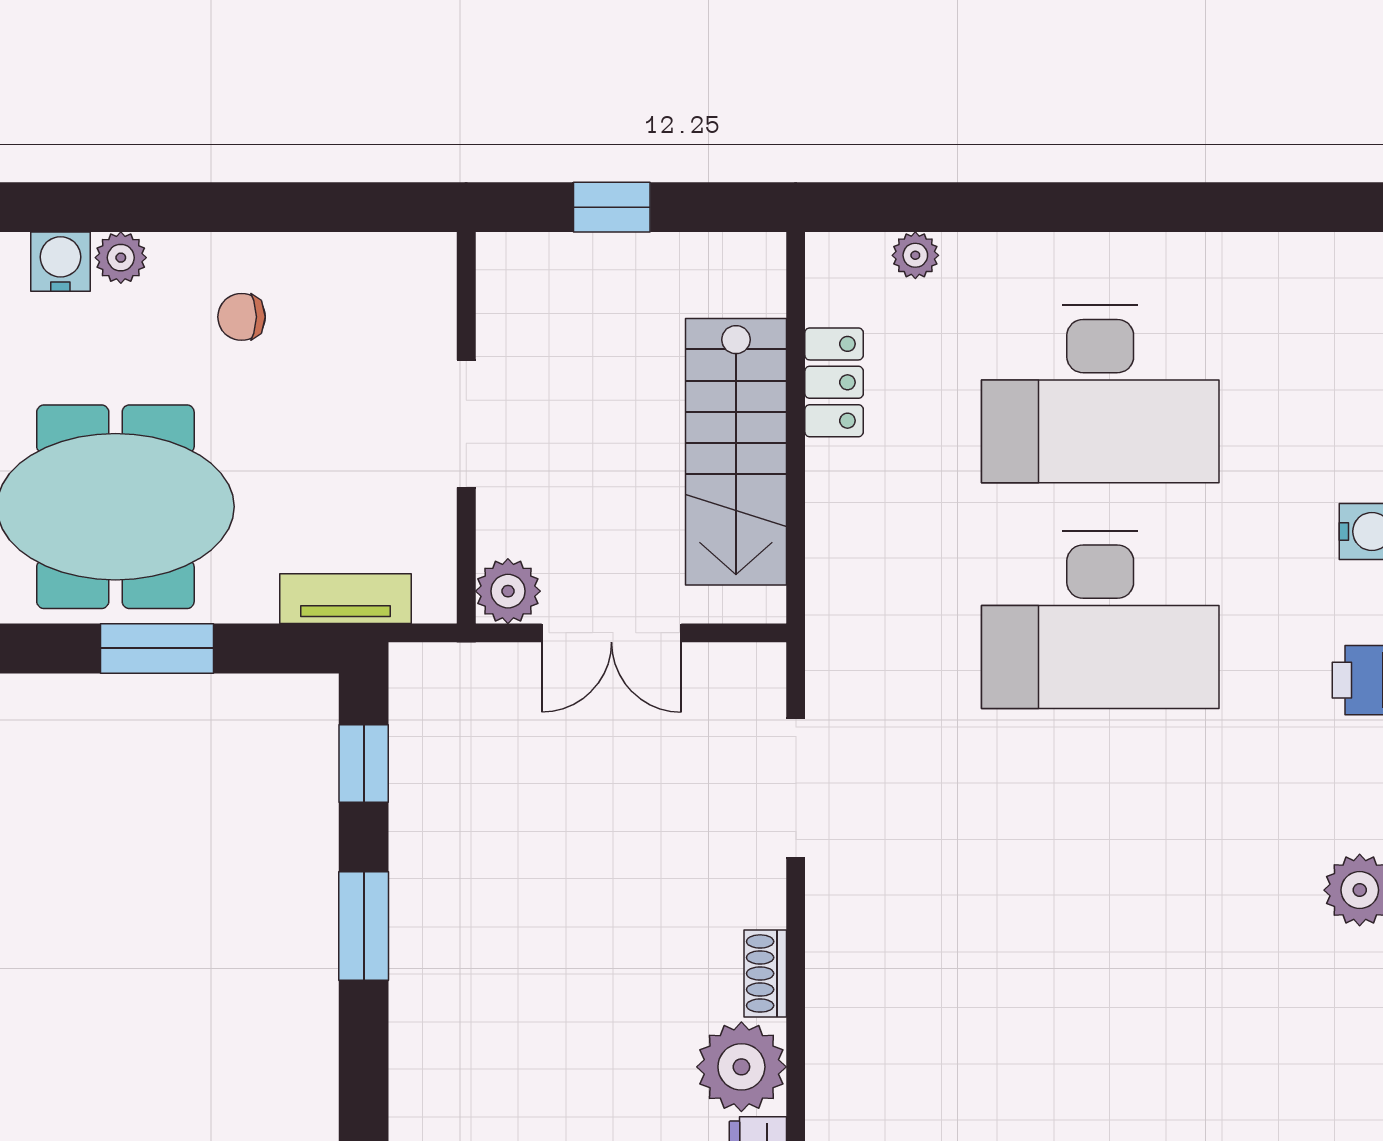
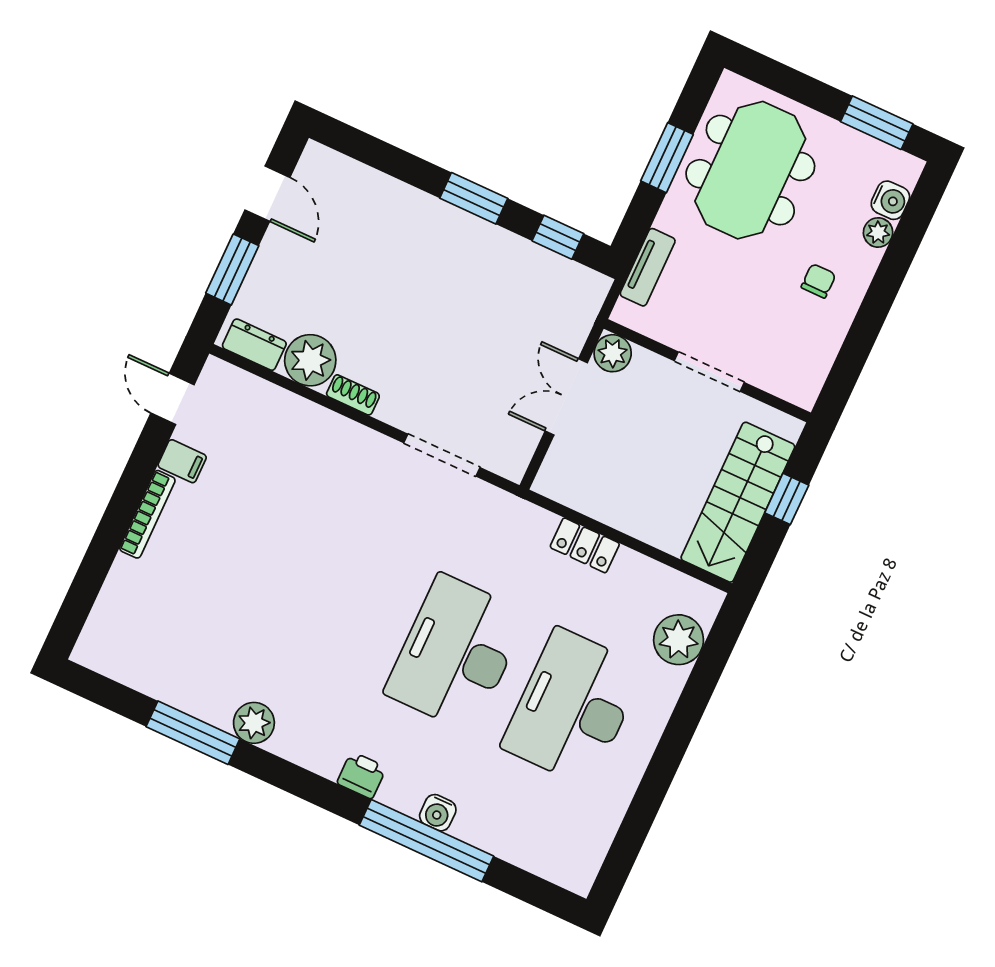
plant: (915, 255) -> (679, 640), width x1.87, depth x1.87
locker: (834, 382) -> (585, 545), moved
stairs: (736, 452) -> (738, 502), moved, turned -90

